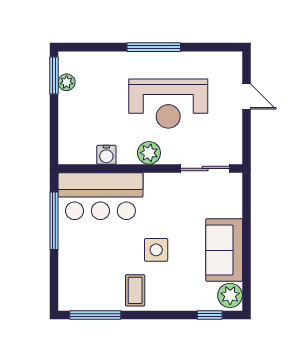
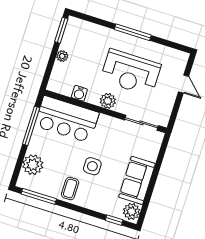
plant: (67, 82) -> (62, 56), moved
plant: (73, 274) -> (33, 165), added

